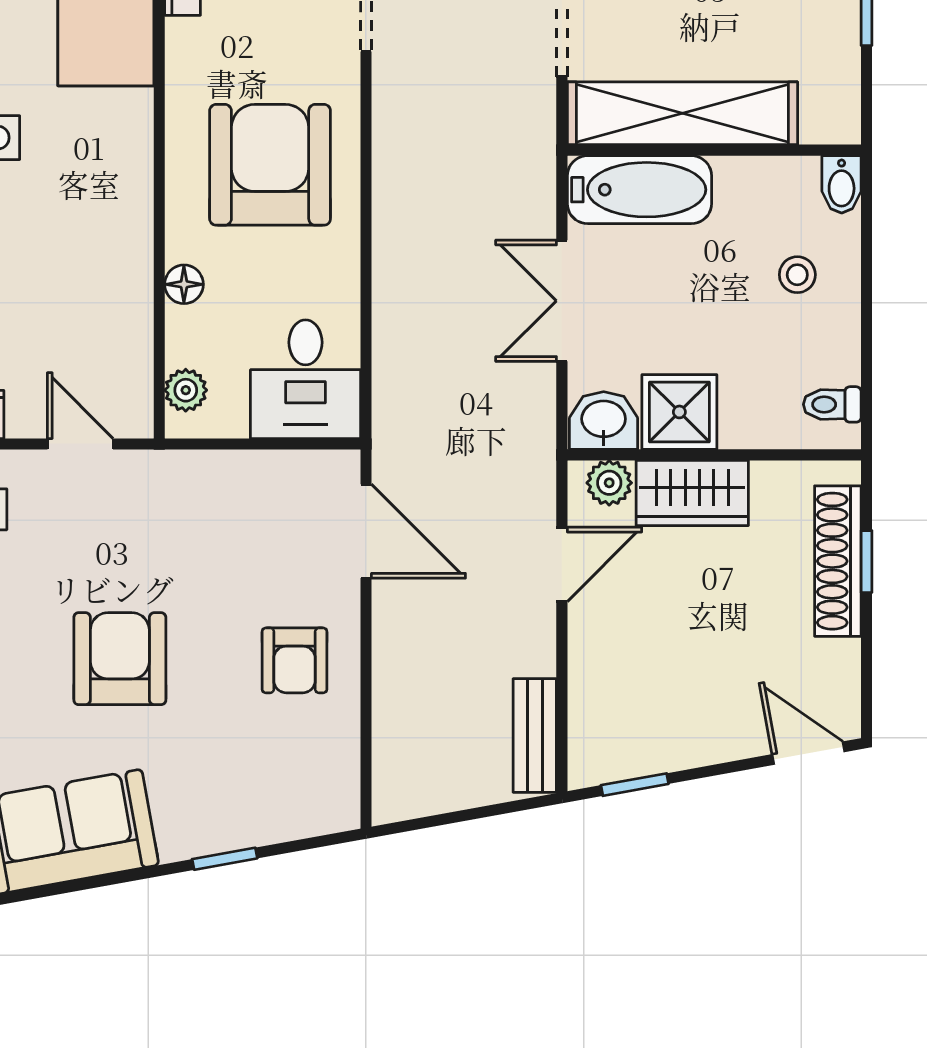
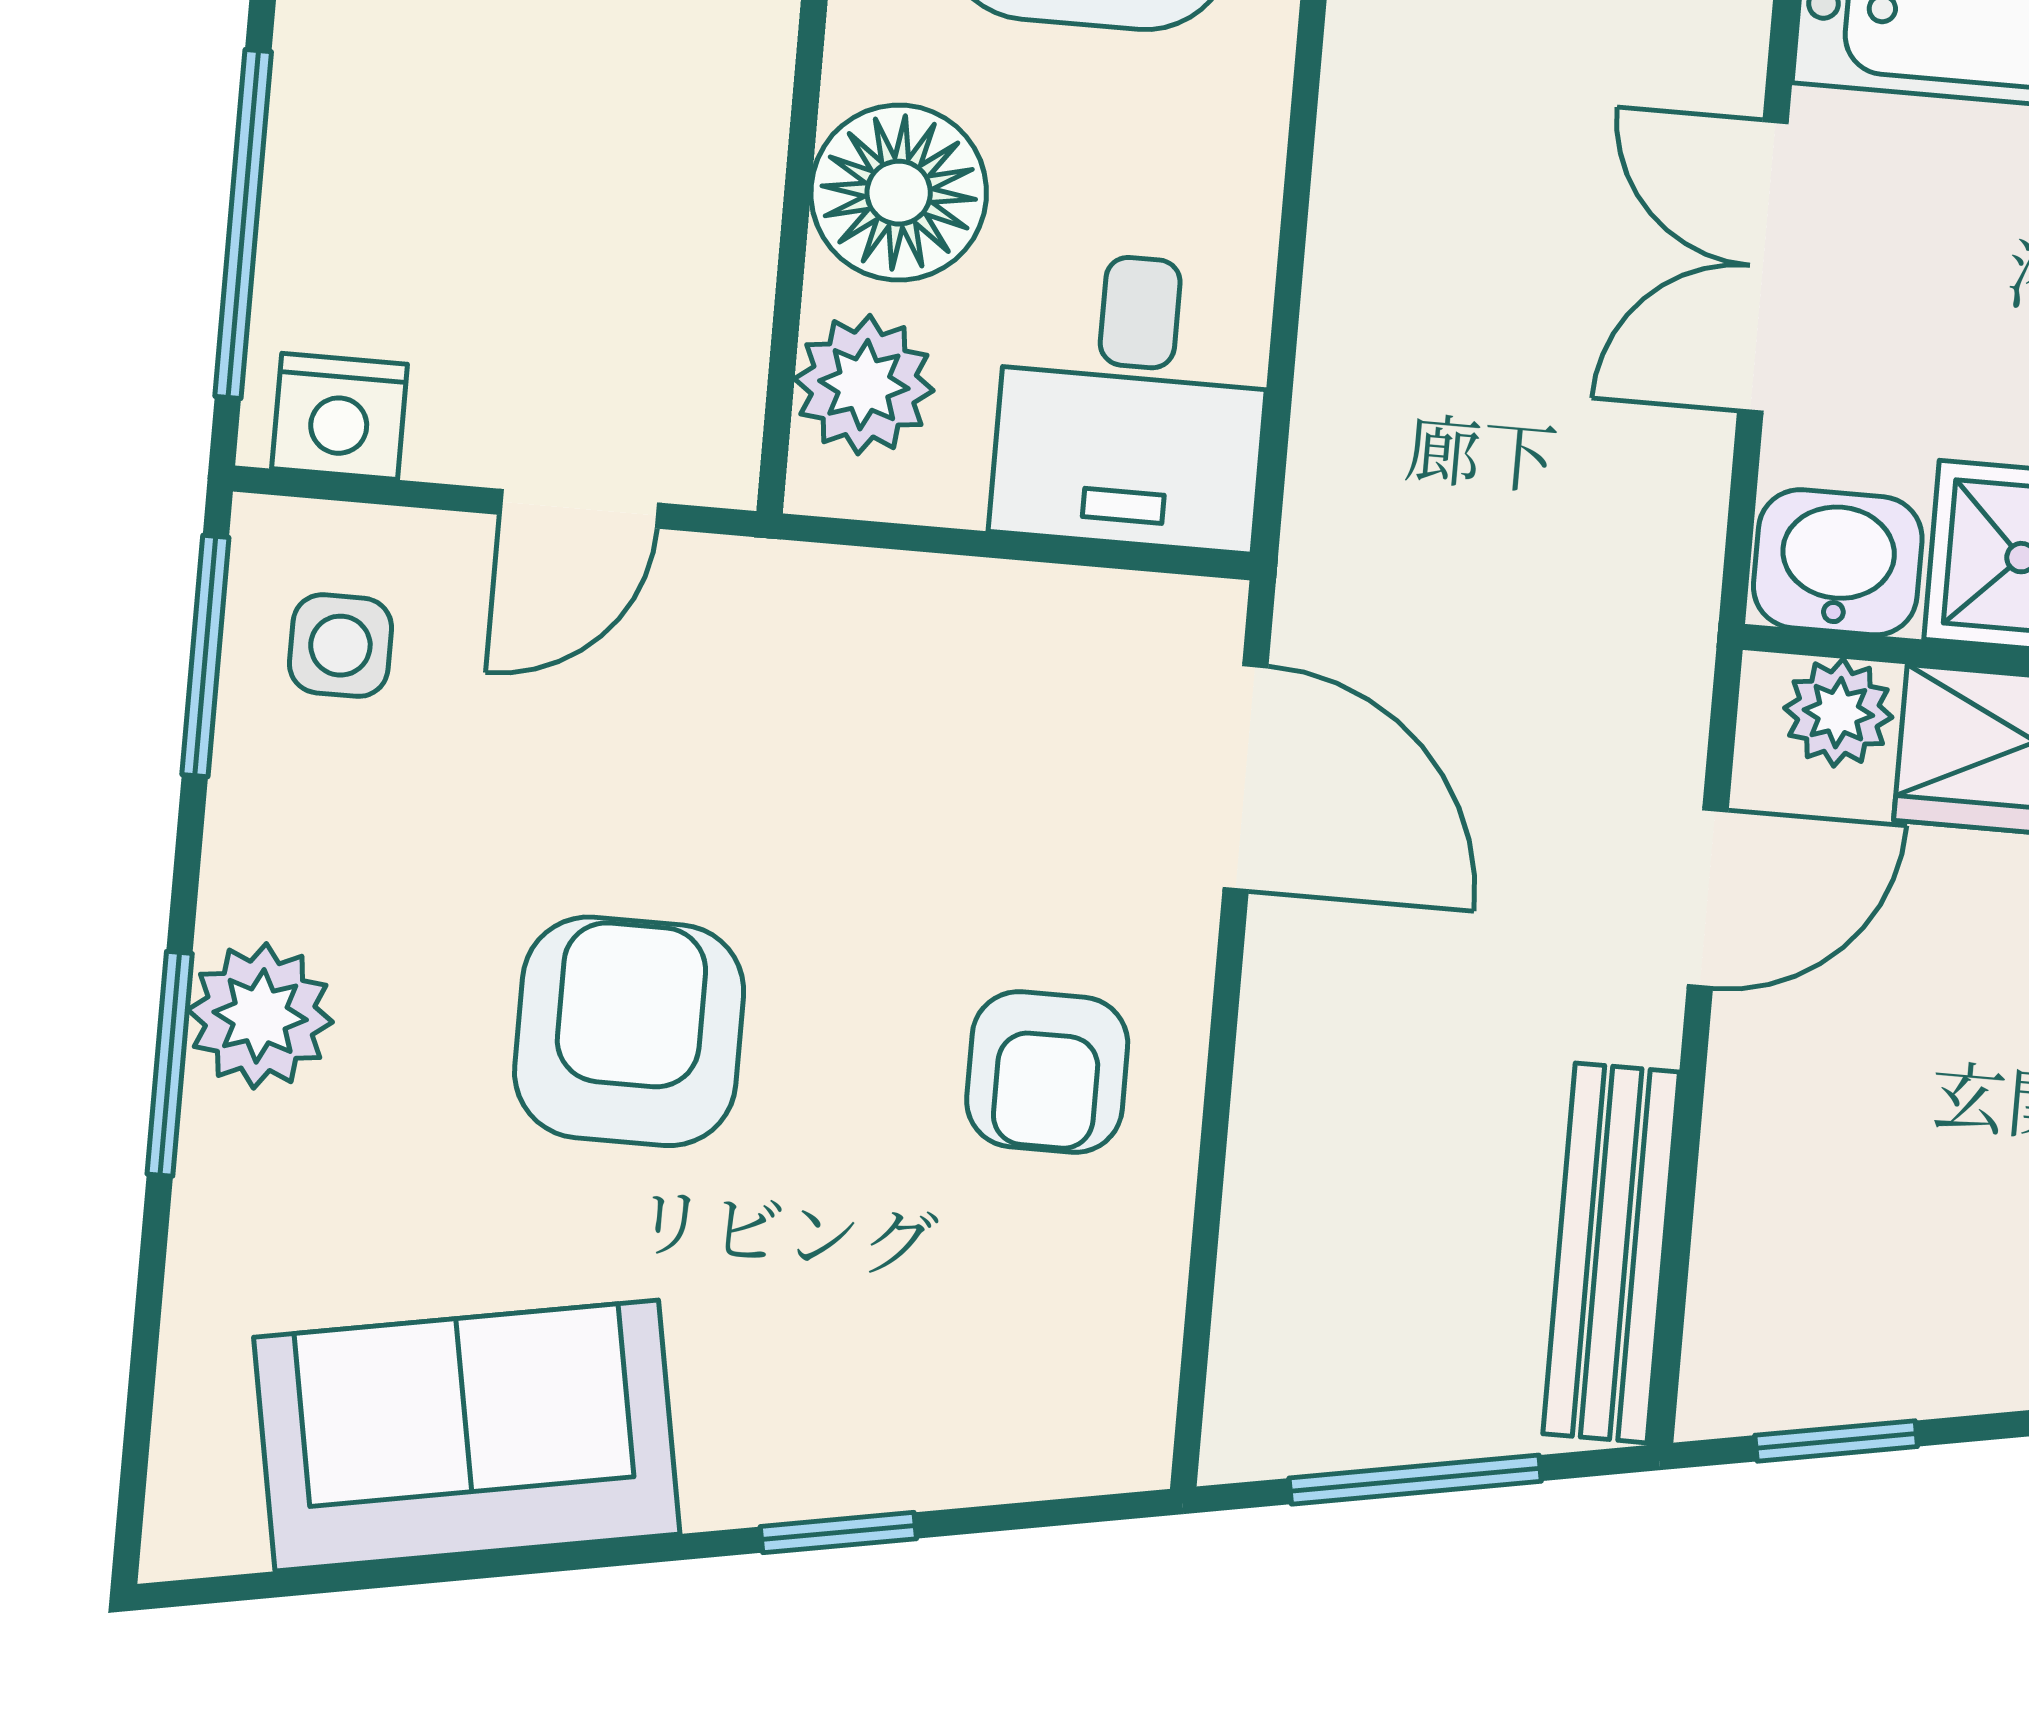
floor lamp: (184, 284) -> (899, 193), width x1.89, depth x1.89
plant: (186, 390) -> (864, 385), width x1.38, depth x1.38
door: (80, 444) -> (579, 509), swing flipped
bench: (535, 736) -> (1611, 1253), width x1.36
window: (462, 816) -> (1415, 1480), added

